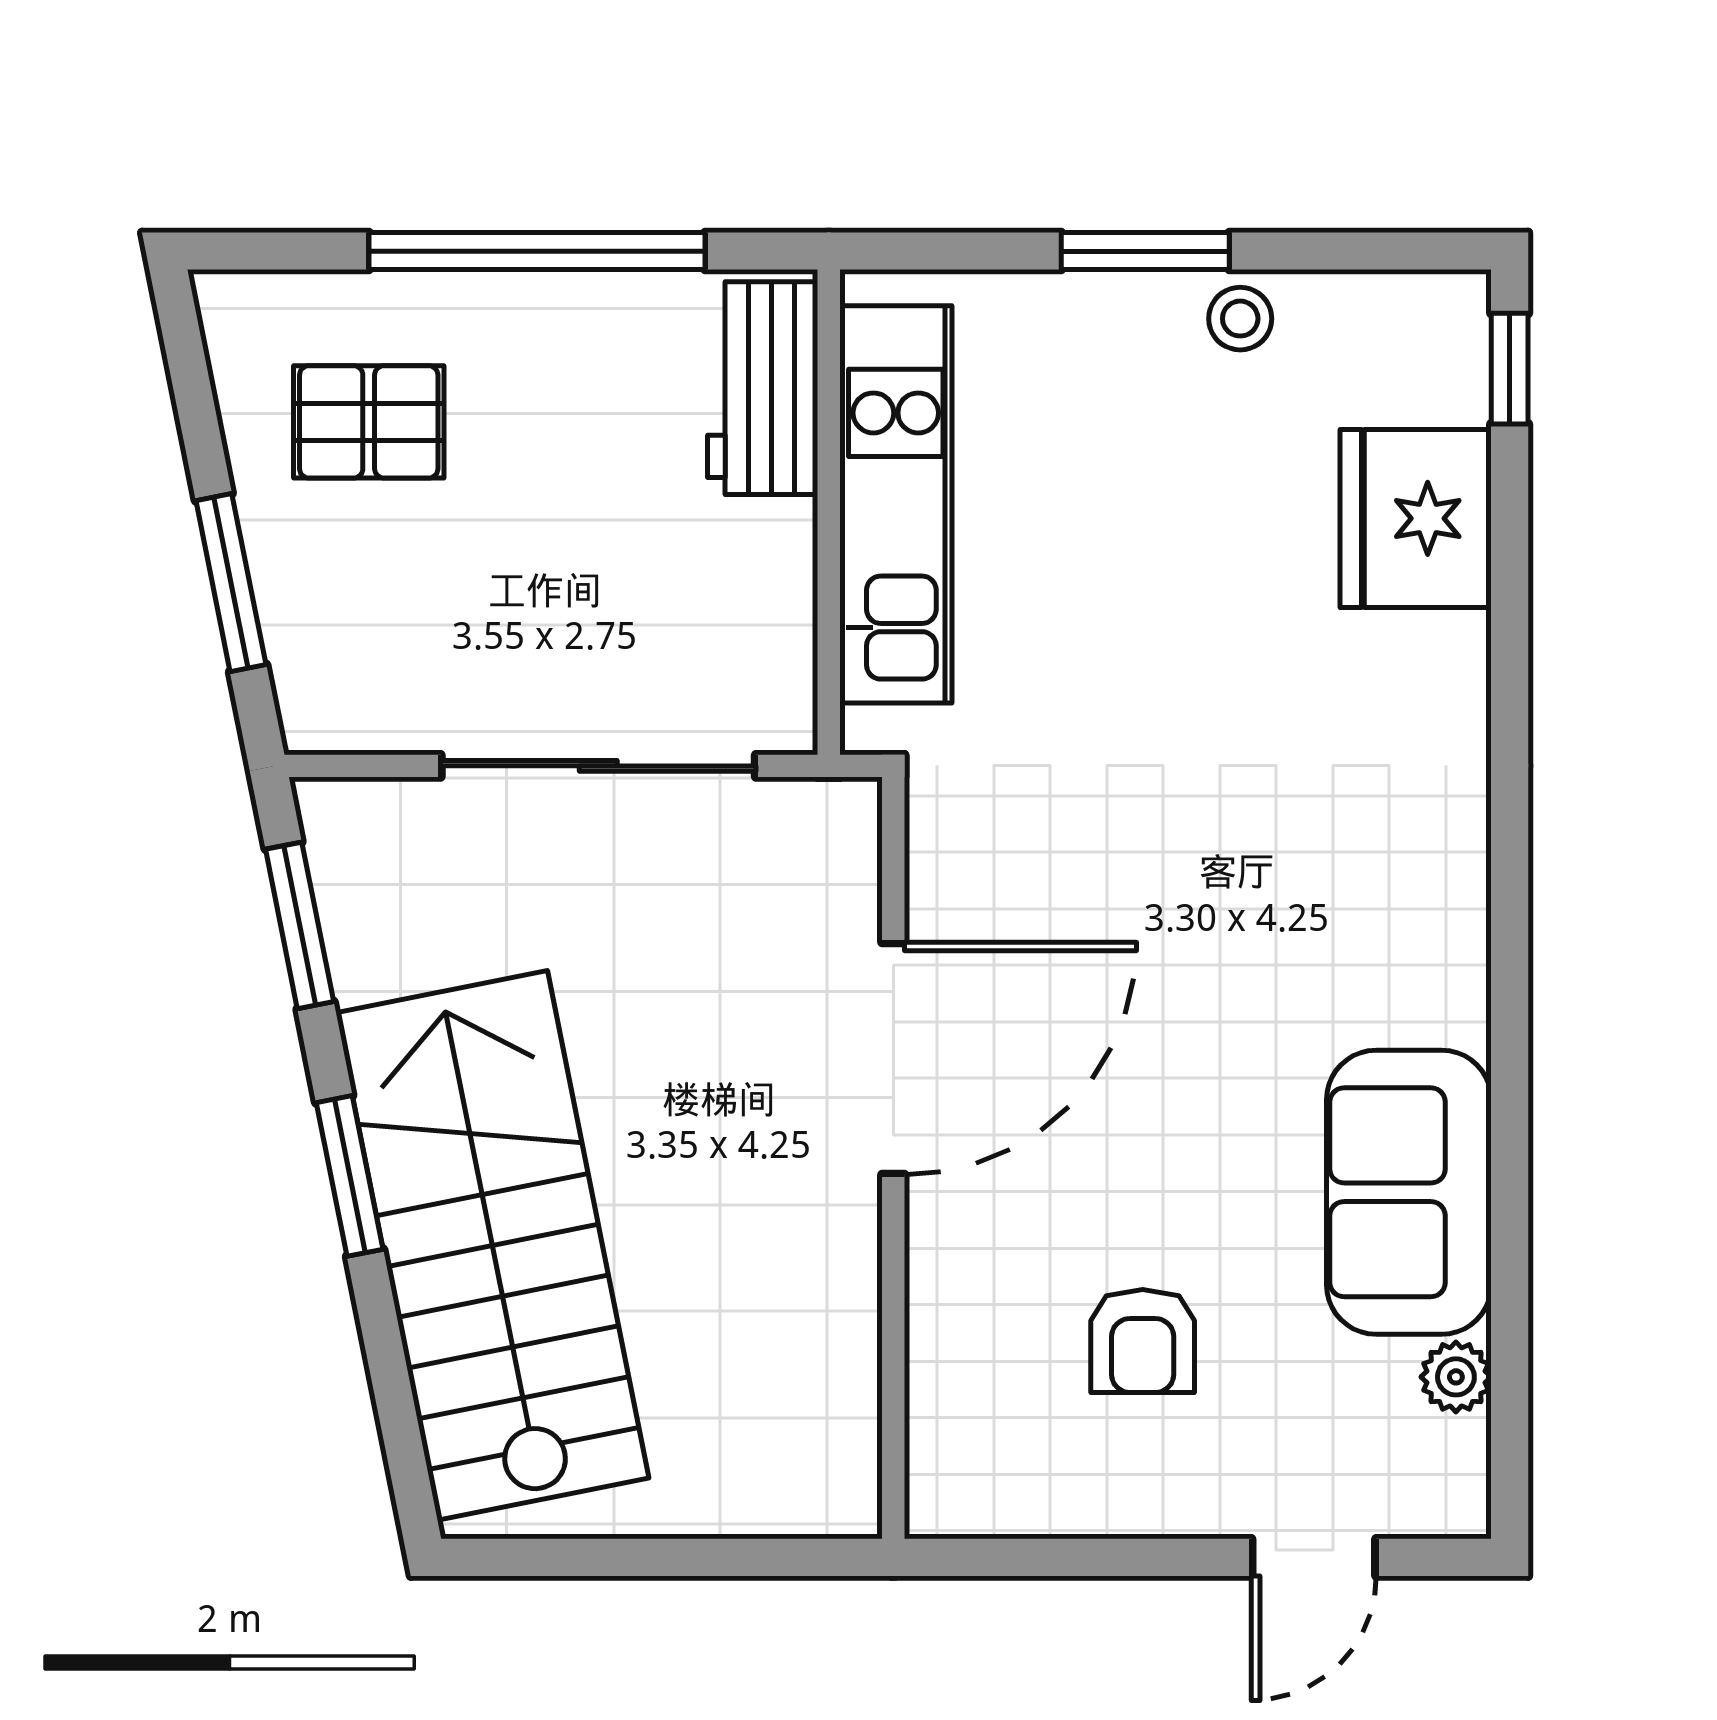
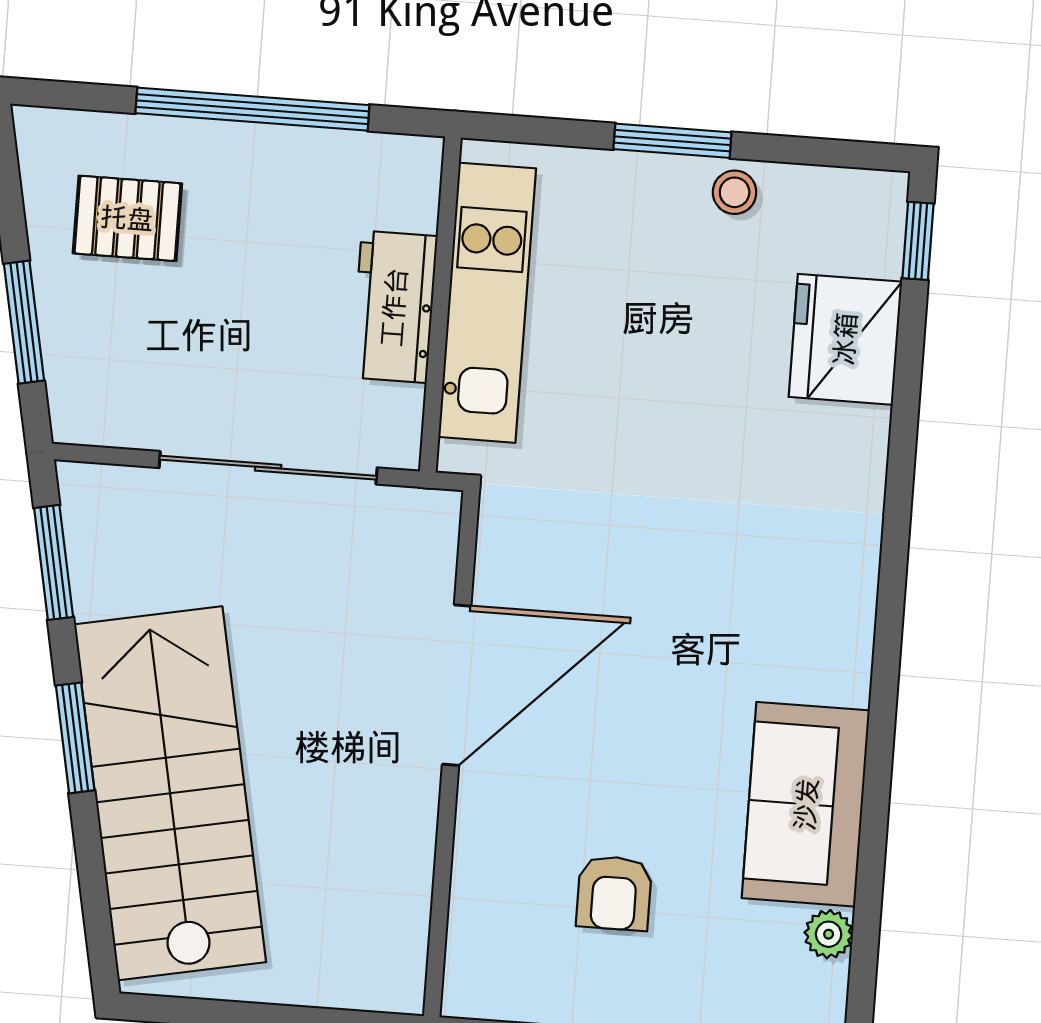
workbench: (763, 388) -> (394, 307), moved

